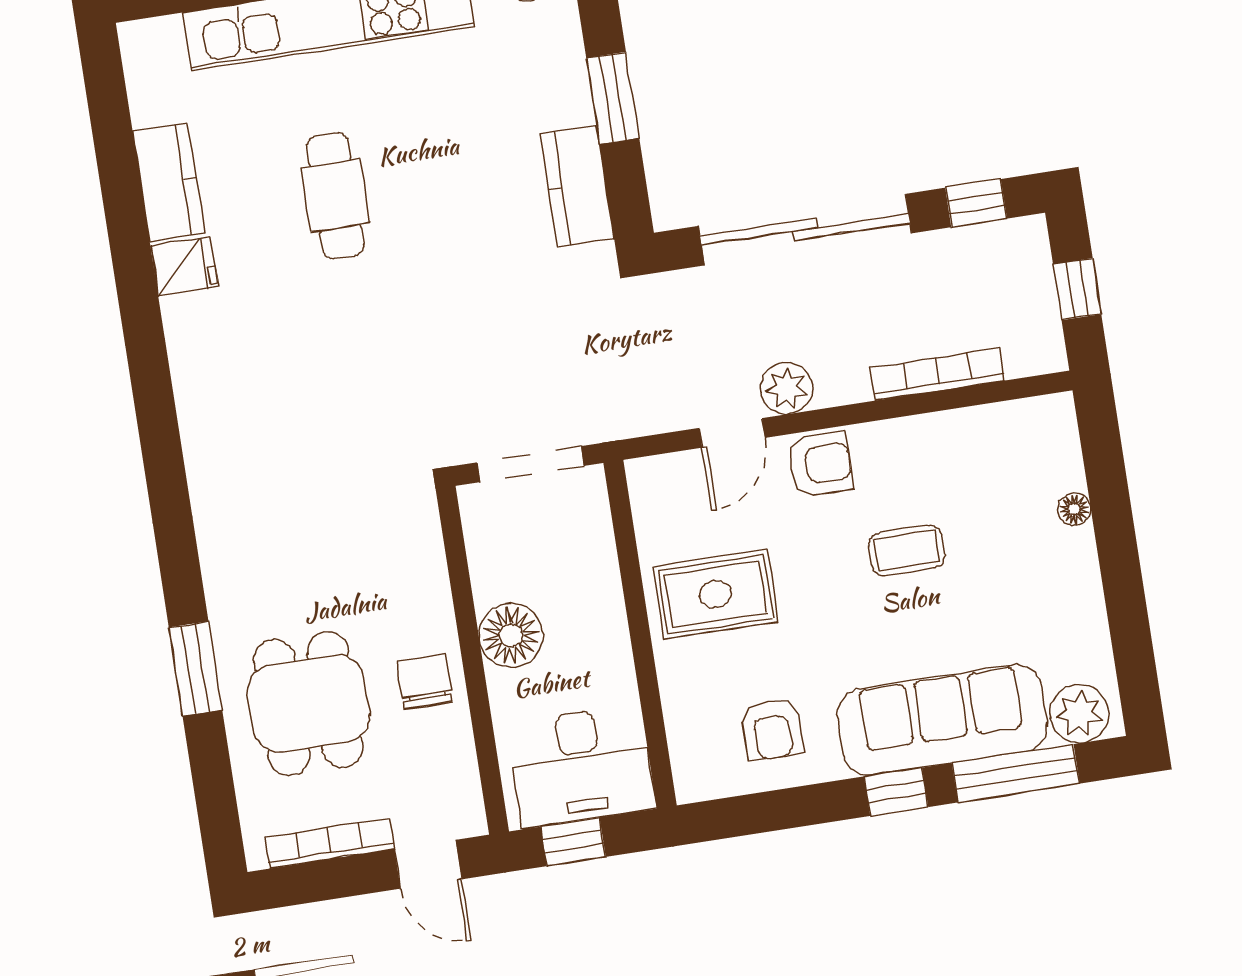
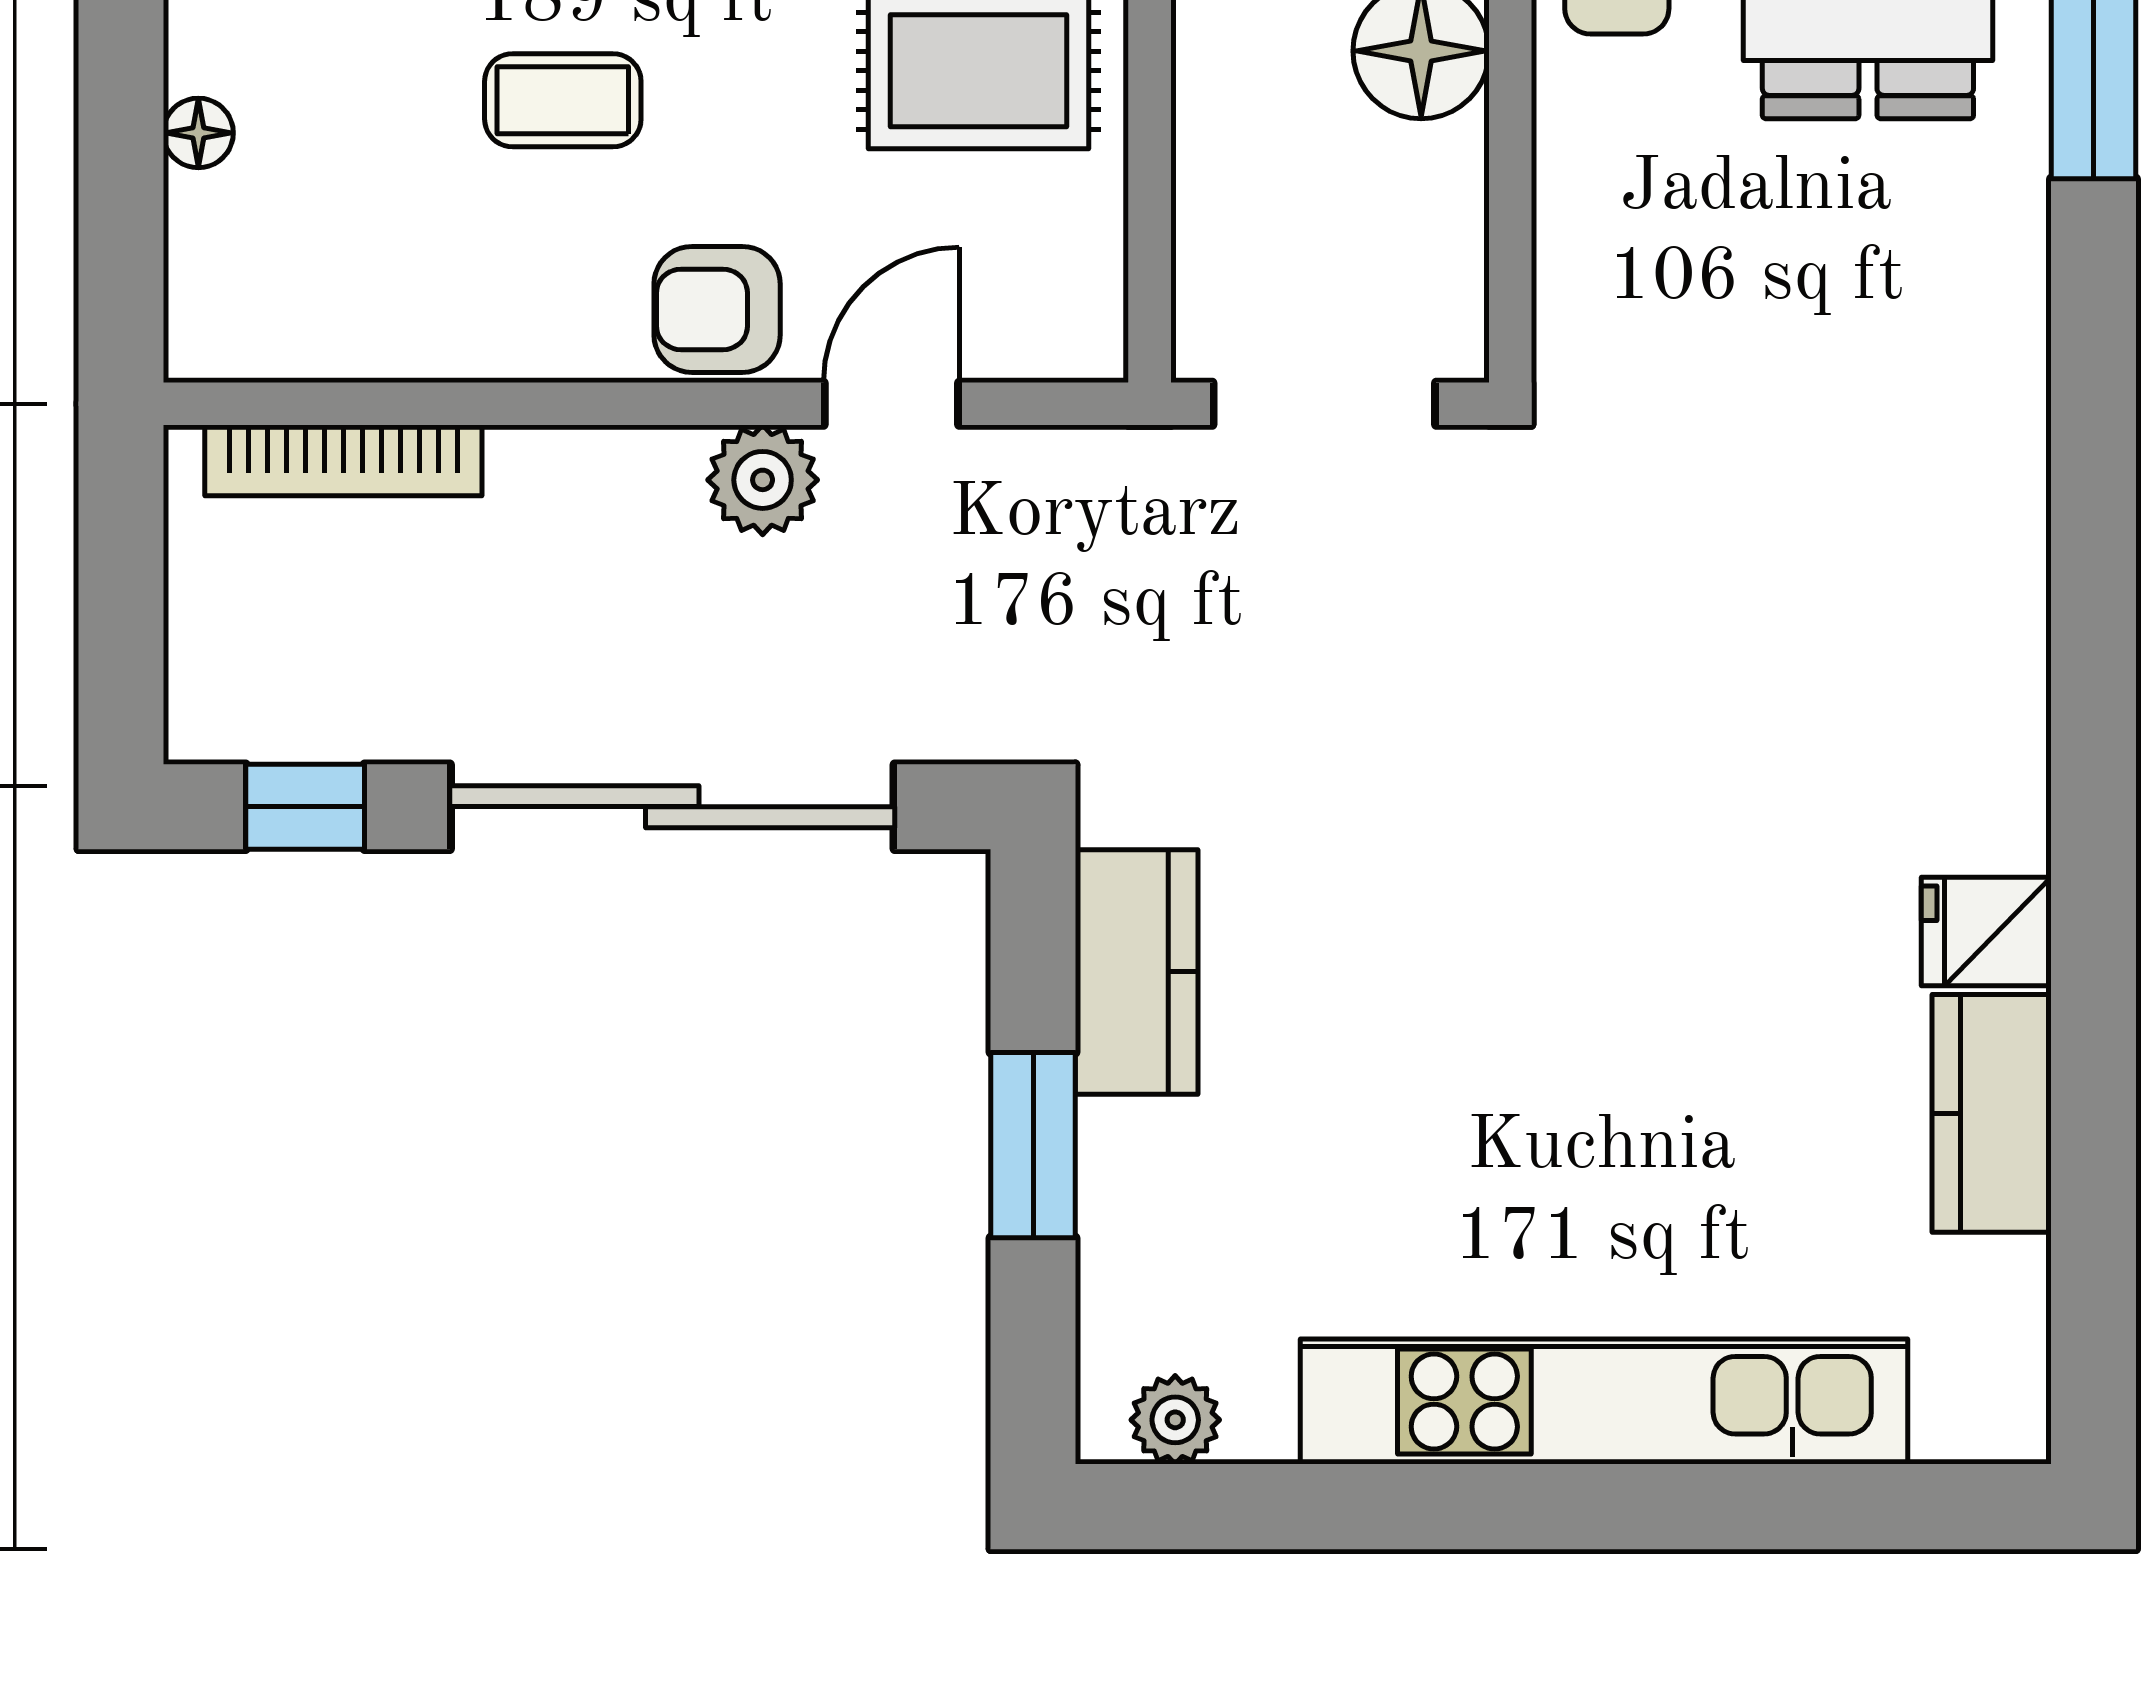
cafe table: (335, 196) -> (1647, 1030), removed
window: (1077, 289) -> (121, 593), removed
bookcase: (937, 374) -> (343, 460), moved

